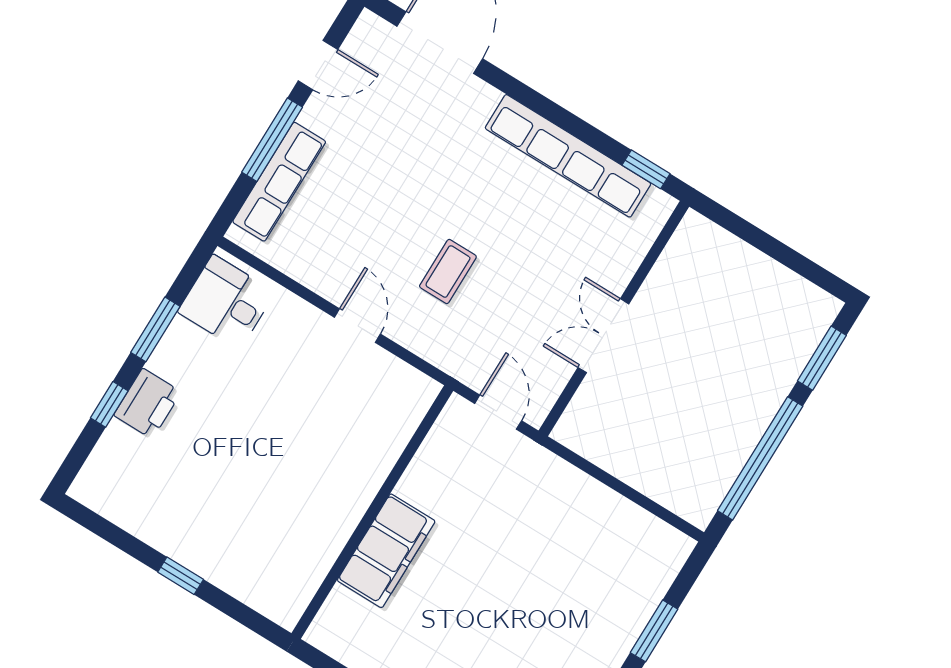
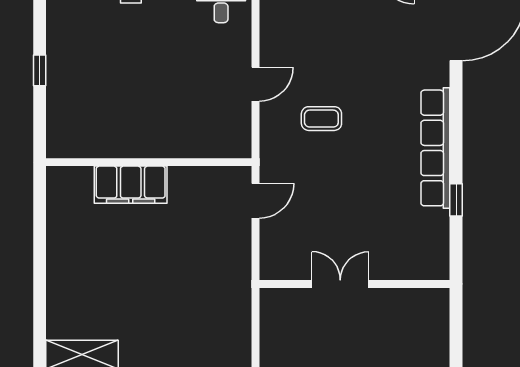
wall: (614, 319) -> (354, 284), moved
double door: (603, 336) -> (340, 284), moved

